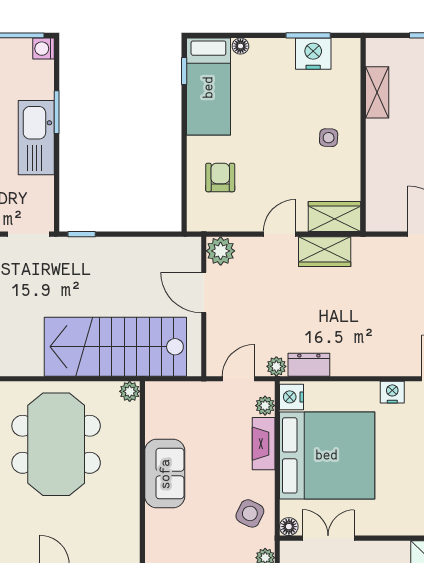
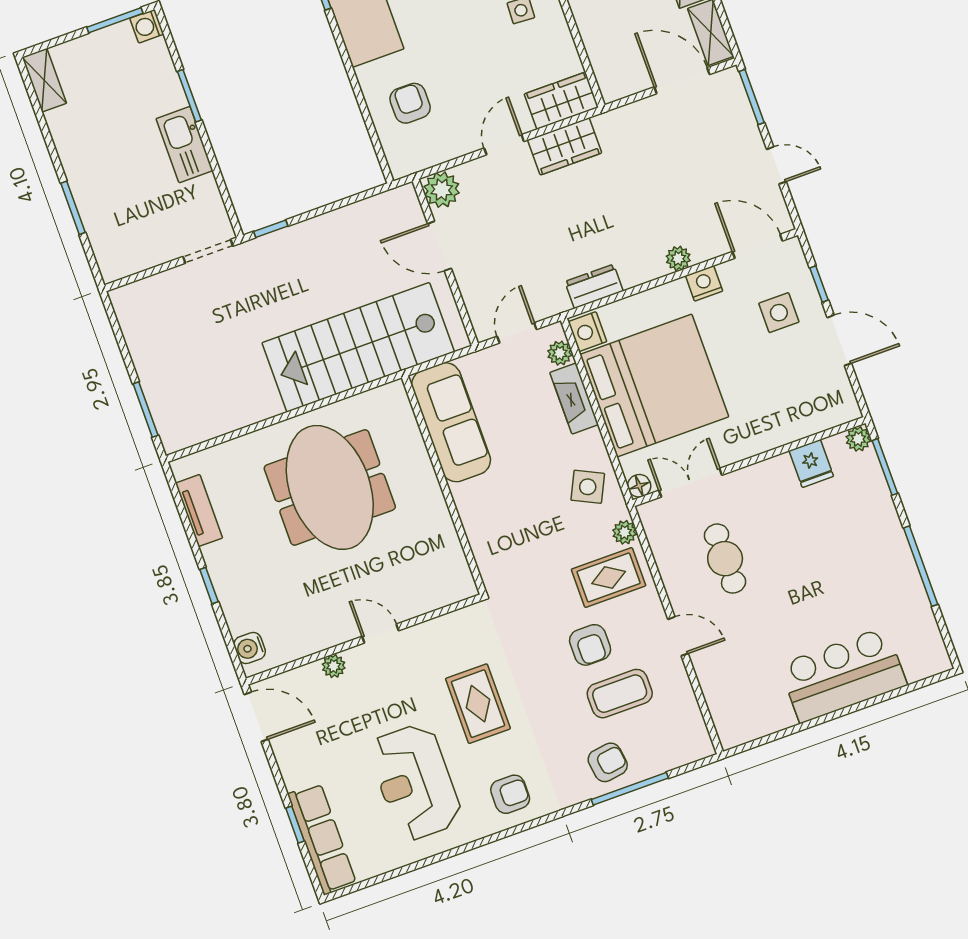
kitchen sink: (36, 138) -> (185, 145), width x0.73, depth x0.81
plant: (276, 366) -> (678, 258), moved
plant: (130, 391) -> (394, 394), removed
sofa: (165, 474) -> (451, 422), moved, width x1.36

